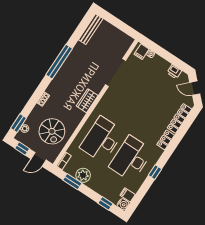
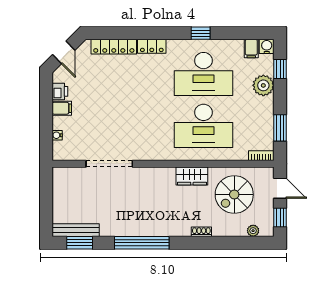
filing cabinet: (142, 52) -> (62, 108), moved
wardrobe: (87, 101) -> (192, 176), moved
window: (19, 123) -> (80, 243), moved
spiral stairs: (52, 131) -> (234, 195), turned 180
plant: (83, 175) -> (263, 85), moved

